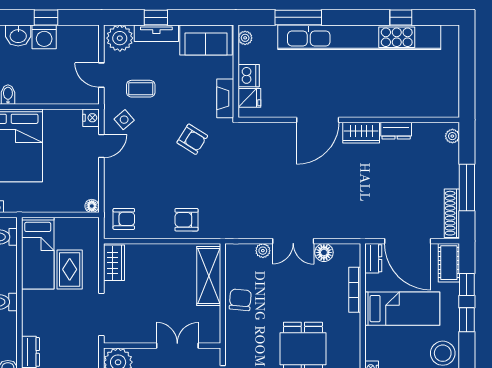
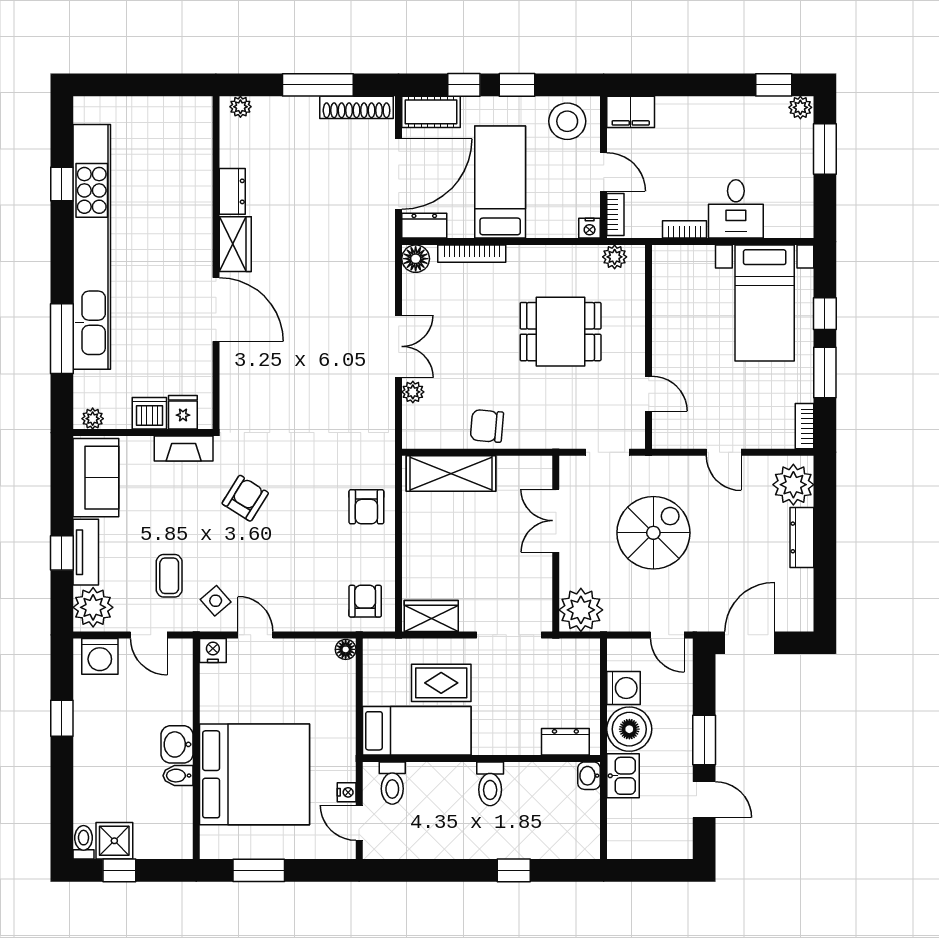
washbasin: (18, 36) -> (177, 744), moved, turned 180
washing machine: (44, 37) -> (100, 656), moved, turned 90
door: (101, 75) -> (149, 635), hinge flipped
floor lamp: (324, 252) -> (416, 259), moved

